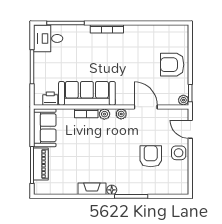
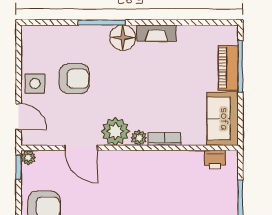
sofa: (87, 93) -> (164, 167), removed
plant: (121, 114) -> (115, 131), width x1.88, depth x1.88
armchair: (151, 156) -> (74, 79), turned -90
floor lamp: (112, 190) -> (123, 38), width x1.89, depth x1.89

